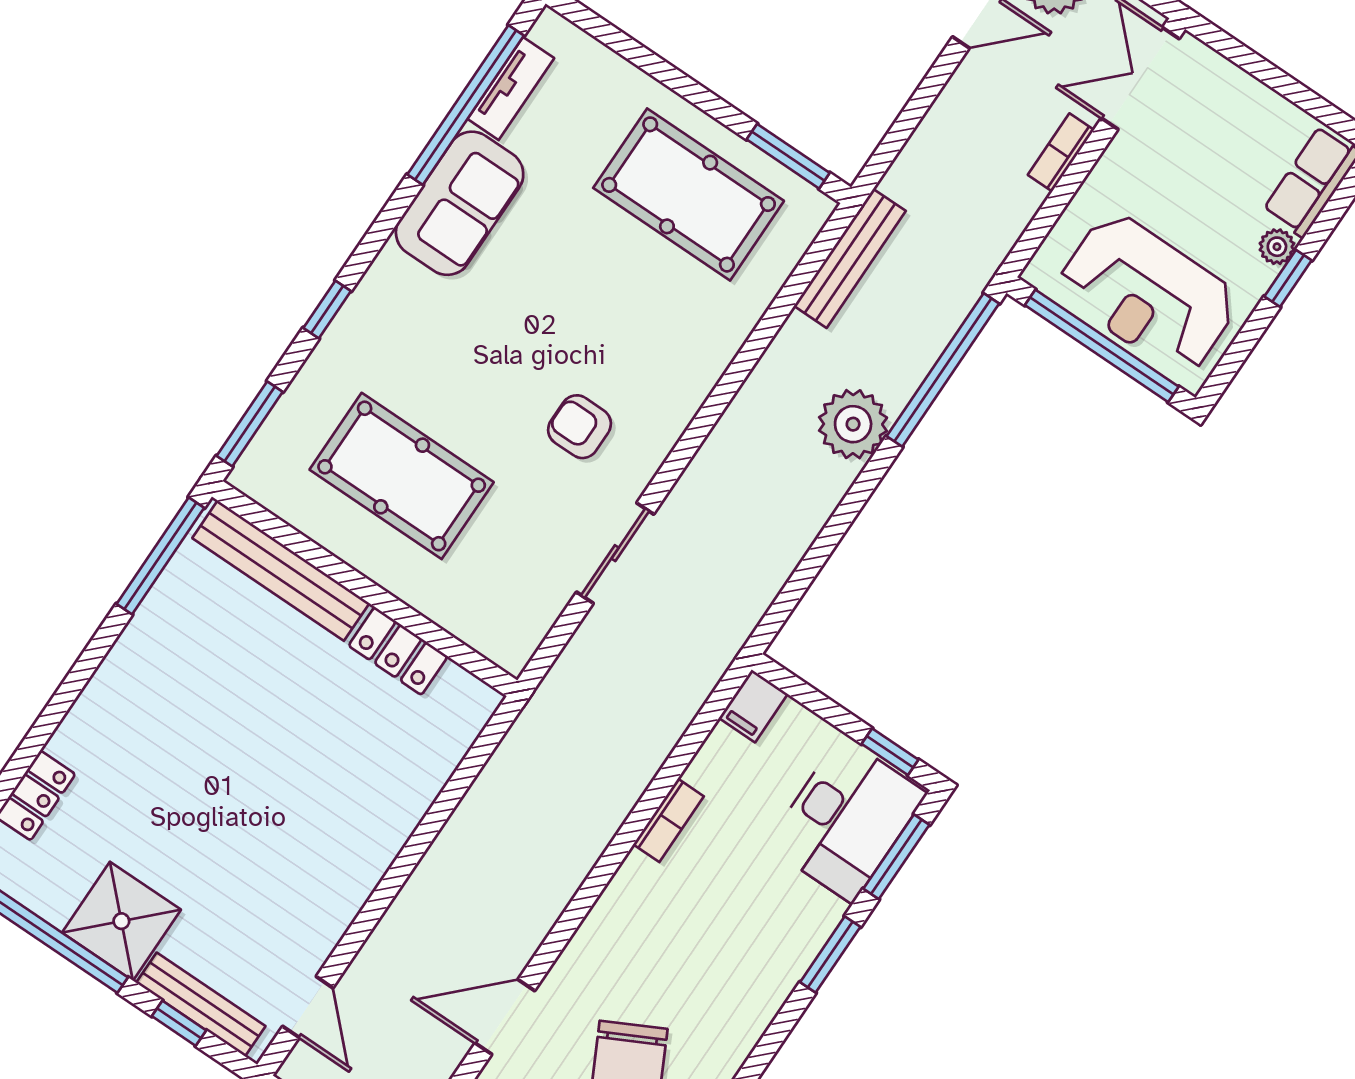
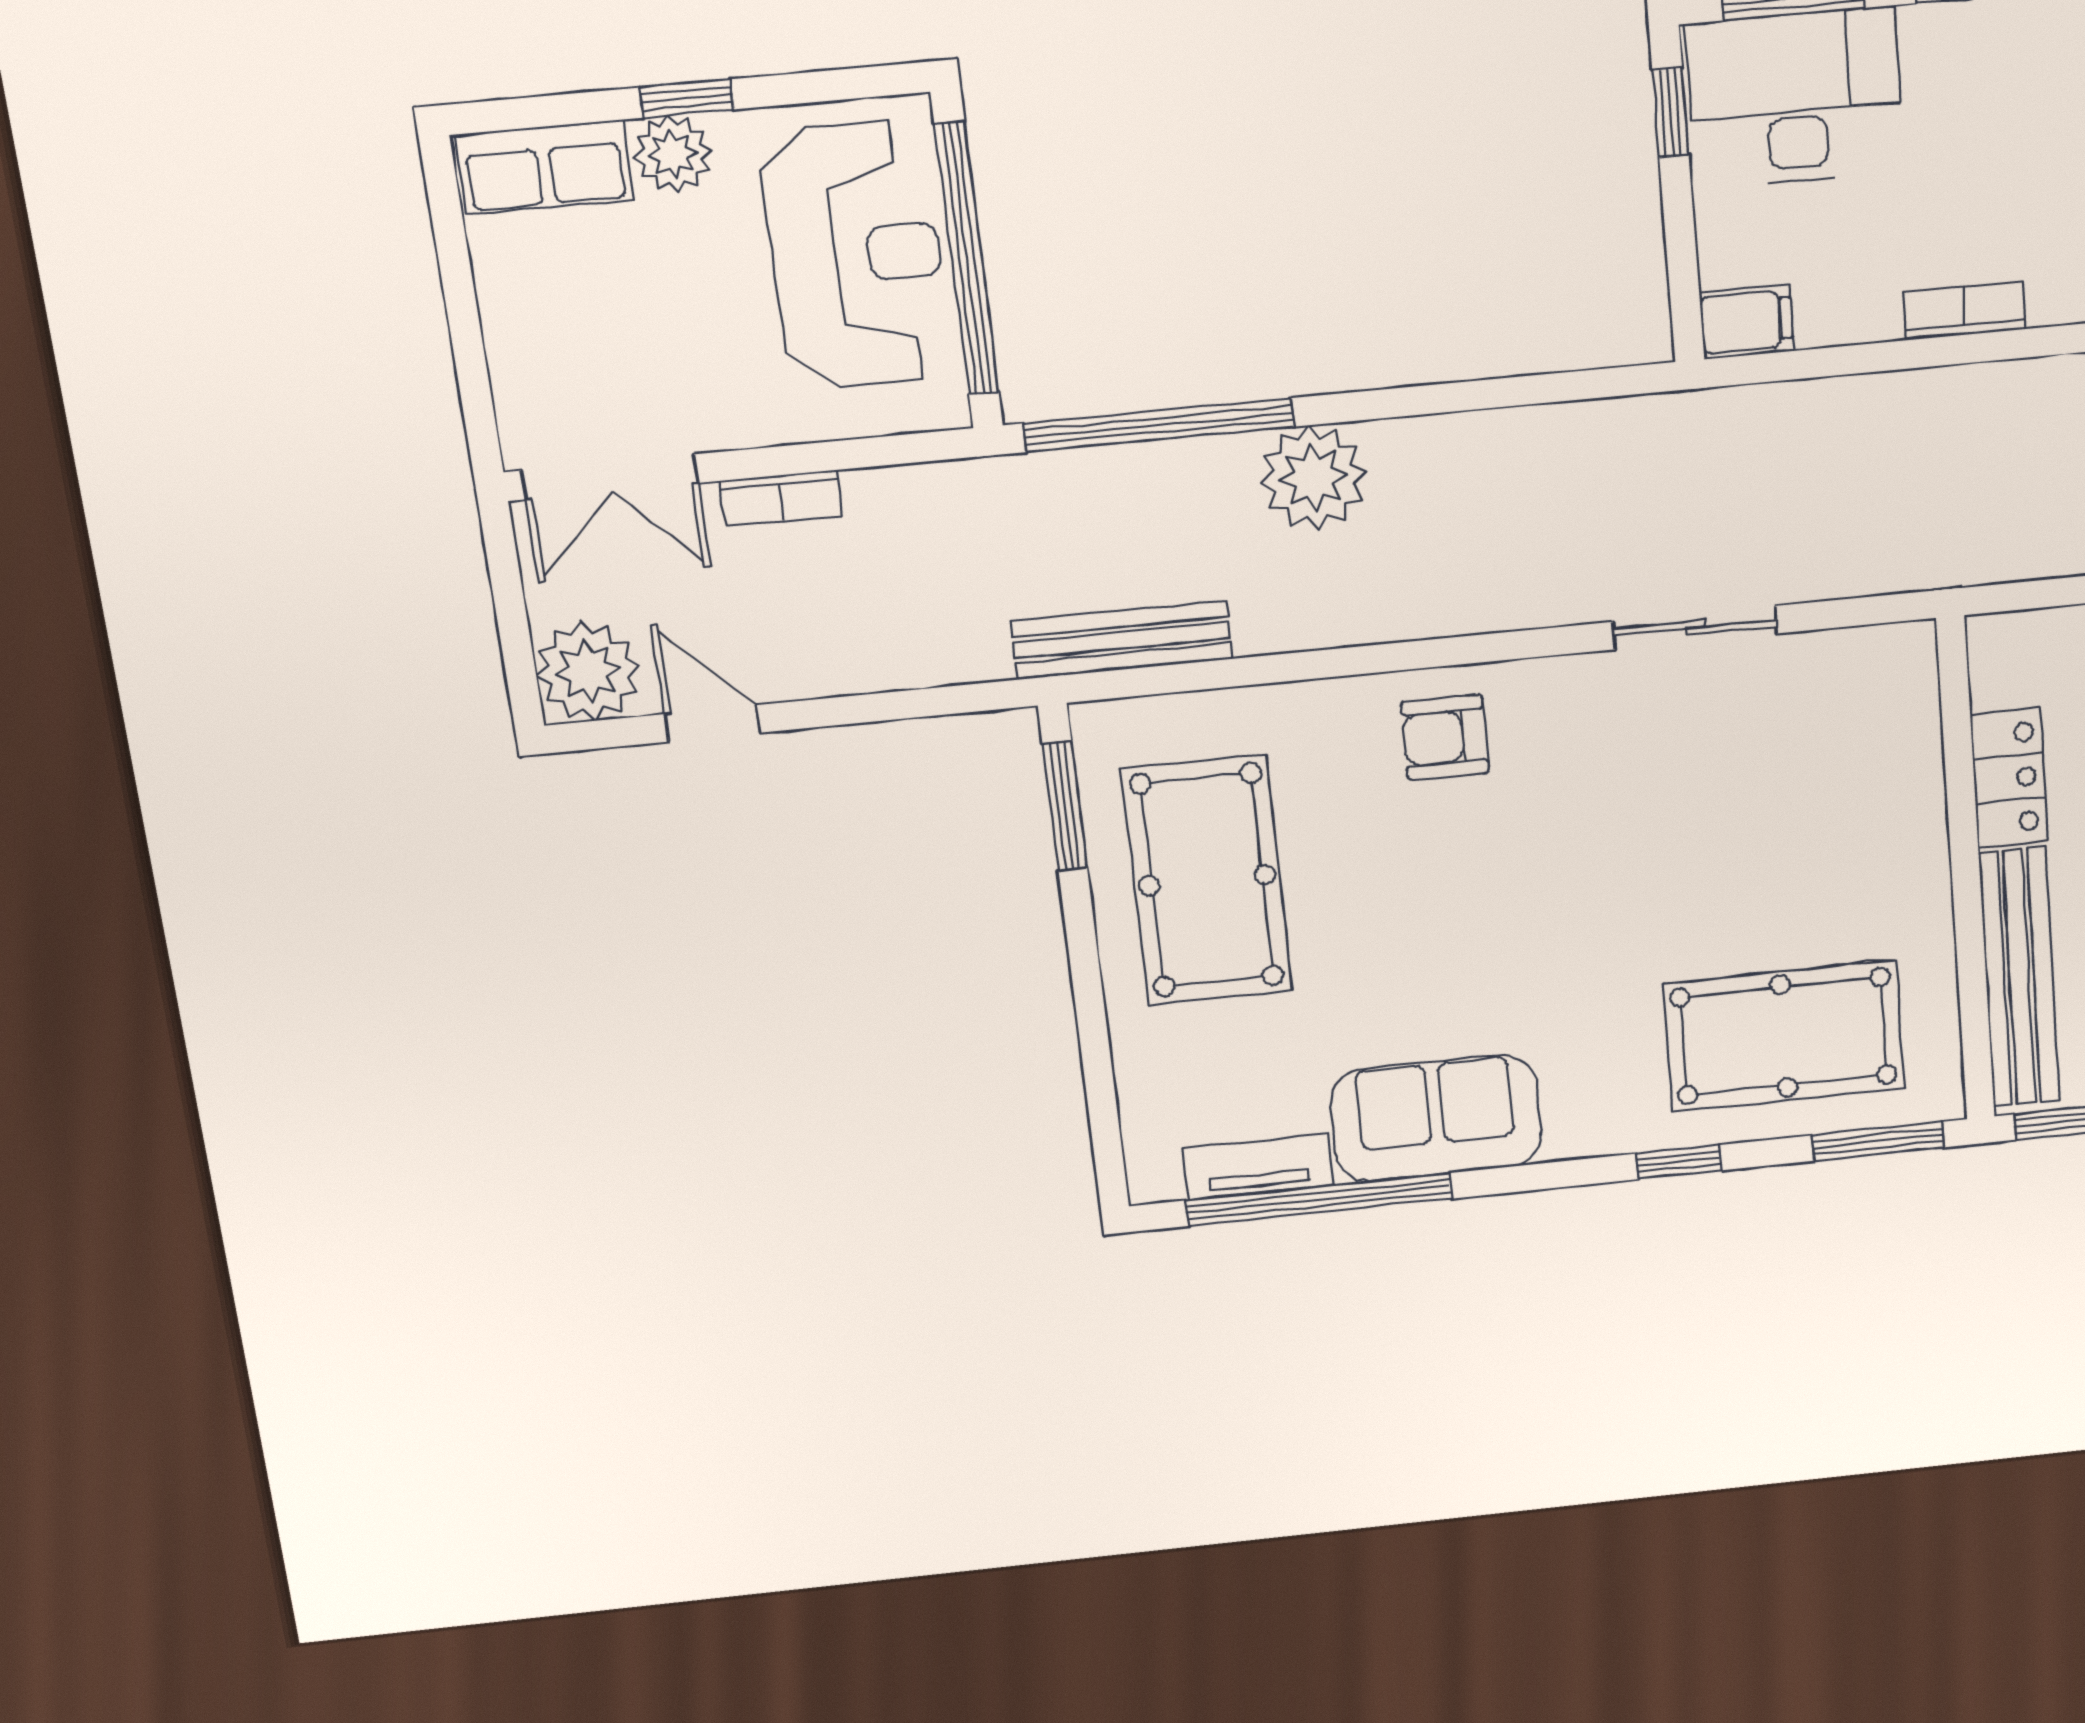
plant: (1277, 247) -> (673, 154), width x1.38, depth x1.38
armchair: (580, 427) -> (1445, 737), moved, turned 90
pool table: (402, 476) -> (1784, 1036), moved, turned 90

